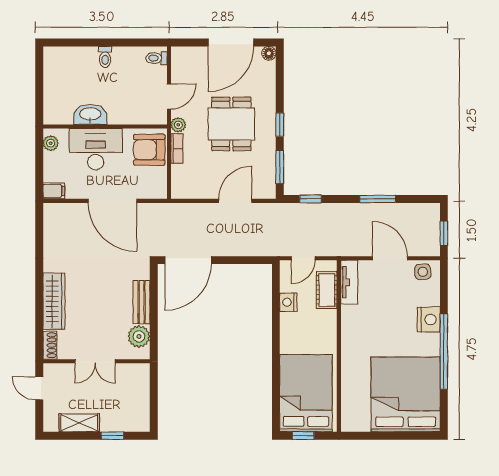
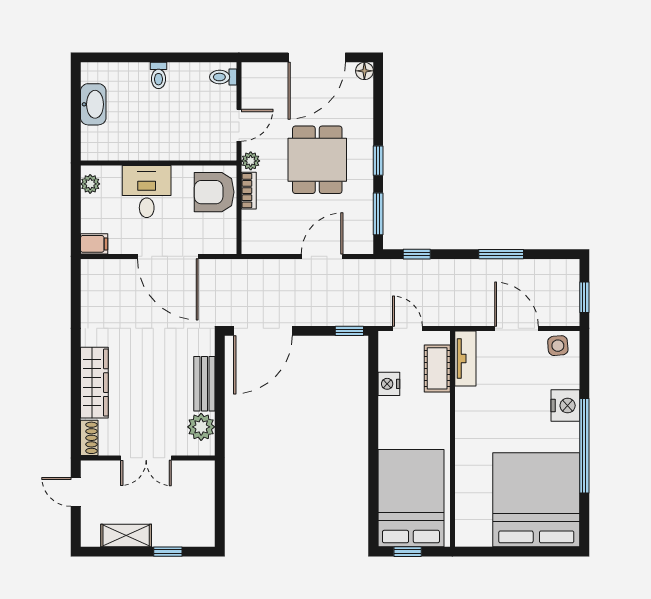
washbasin: (90, 114) -> (93, 104), moved, turned 90
desk: (96, 149) -> (147, 191), width x0.73
door: (303, 258) -> (407, 328), swing flipped
window: (257, 260) -> (349, 331), added

